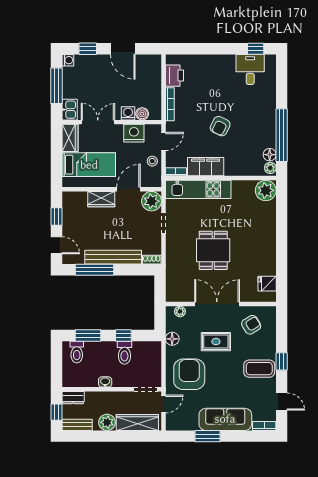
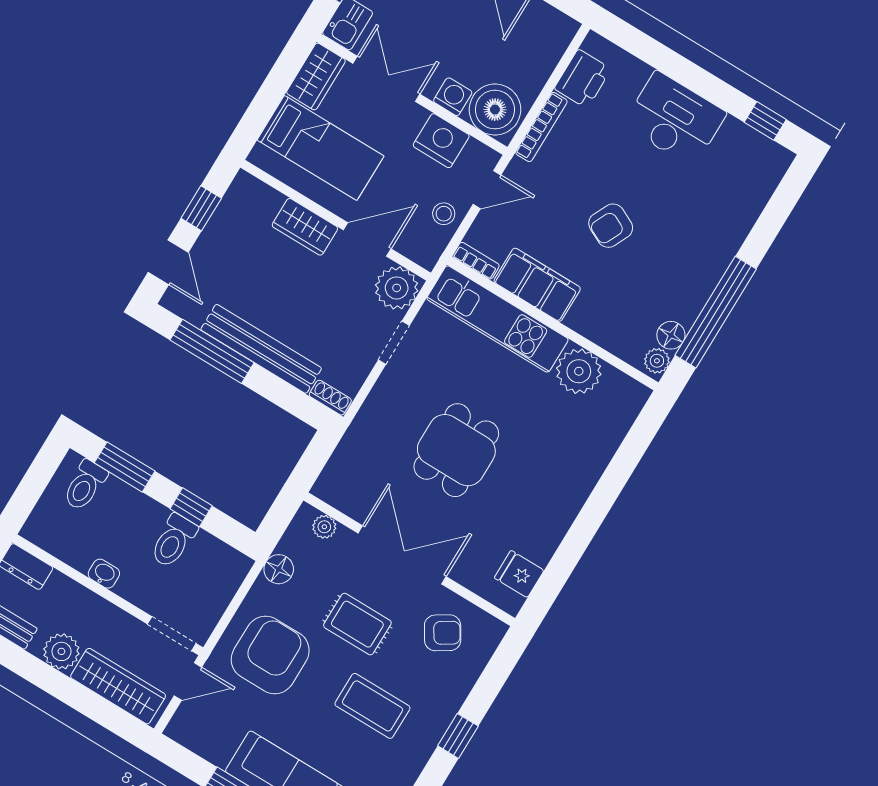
desk: (250, 69) -> (675, 119), moved, width x1.37
boiler: (142, 114) -> (495, 110), width x1.86, depth x1.86
plant: (266, 190) -> (579, 371), moved
coffee table: (259, 369) -> (372, 706), moved

